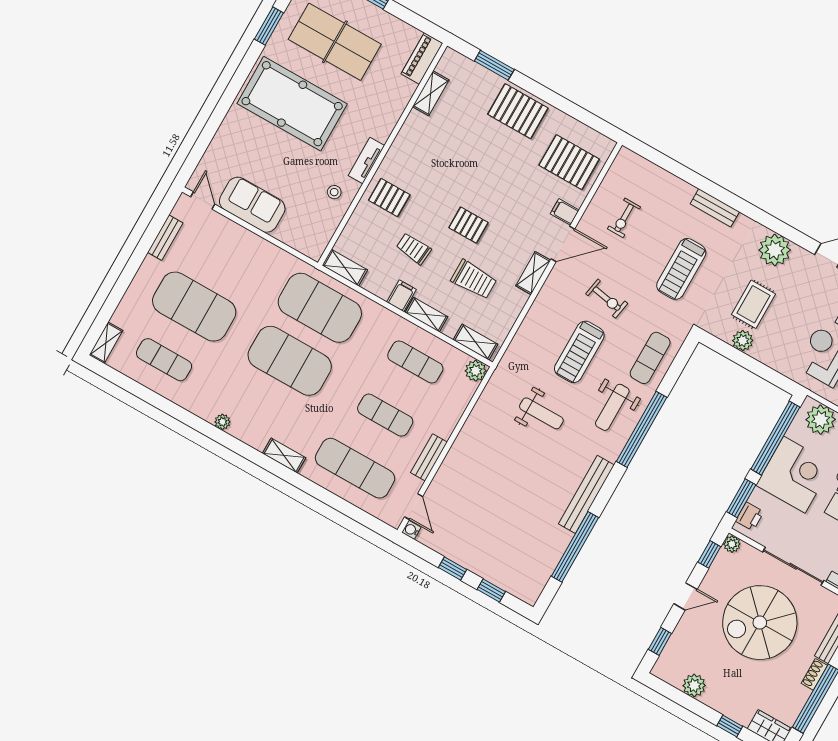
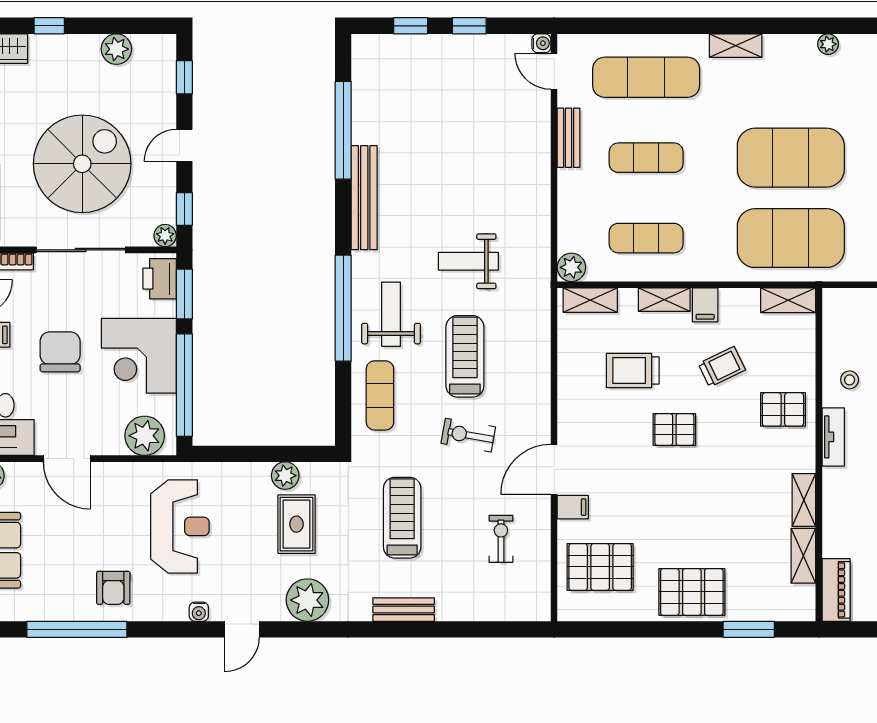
trolley: (414, 249) -> (722, 367), turned -31
shelving: (533, 273) -> (804, 500), moved
printer: (750, 516) -> (160, 279), width x1.36, depth x1.24

